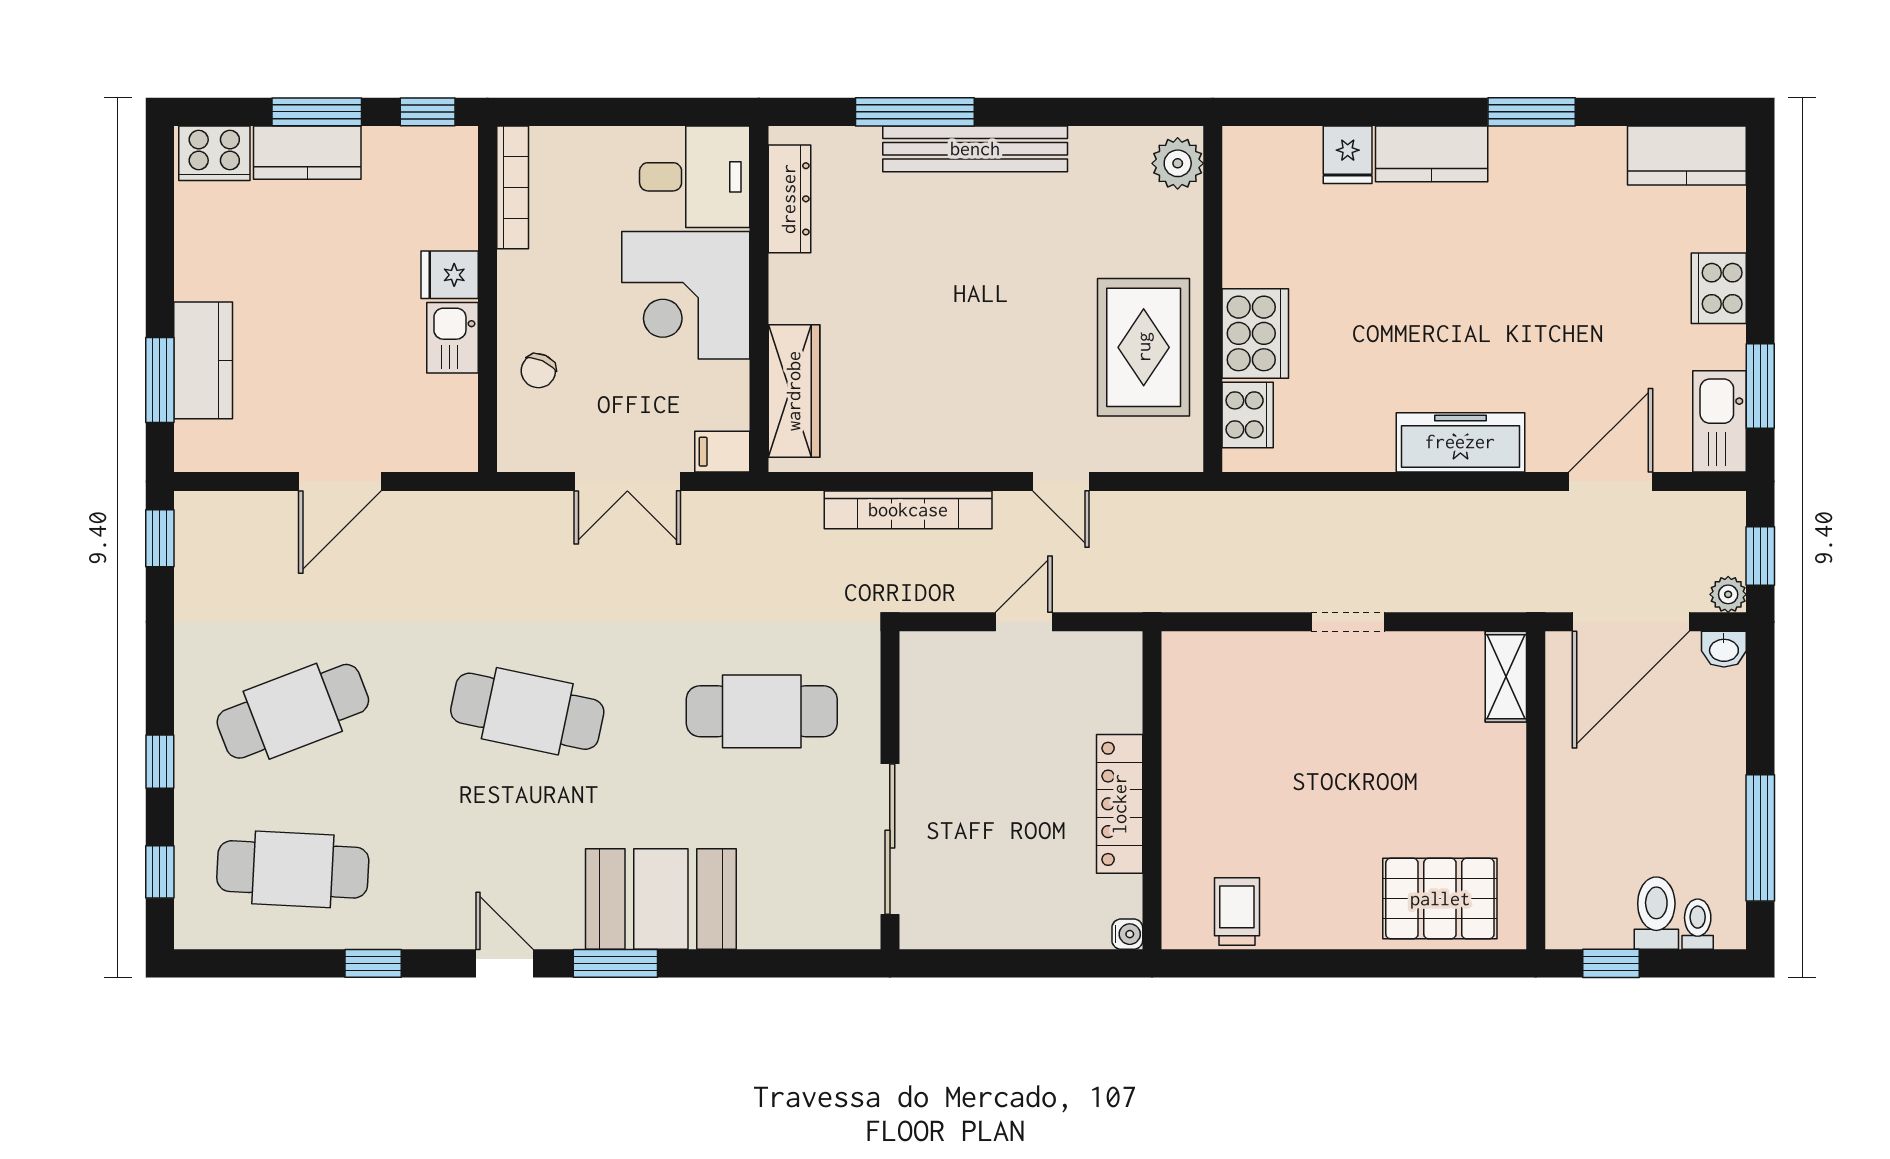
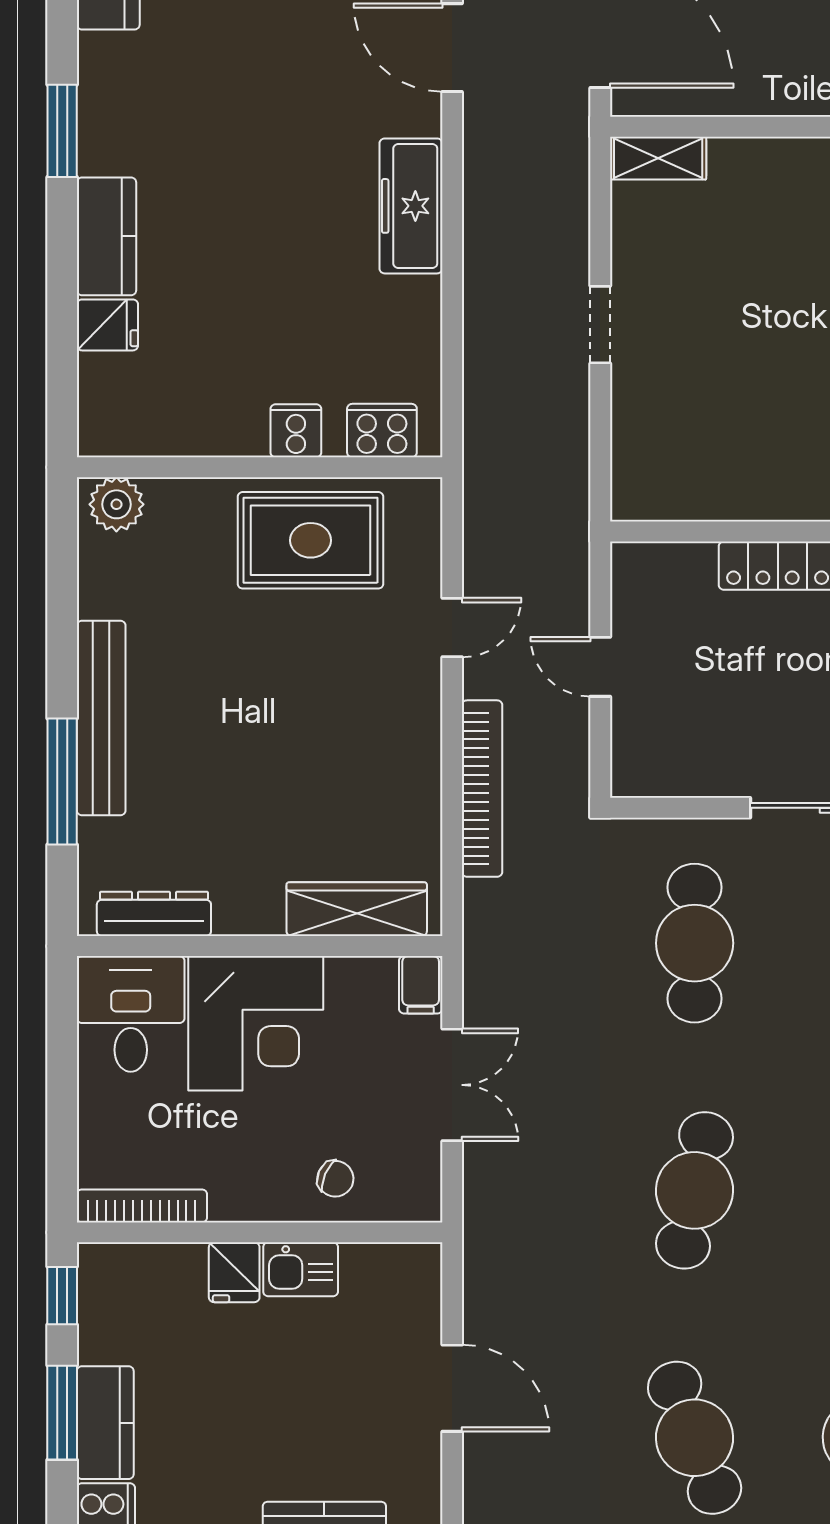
cooker: (1255, 333) -> (296, 431), width x0.53, depth x0.76

